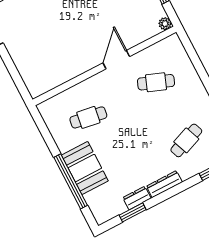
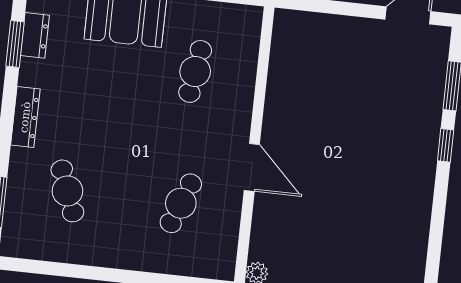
dresser: (137, 198) -> (35, 35), moved

